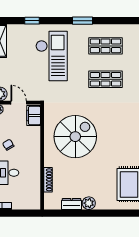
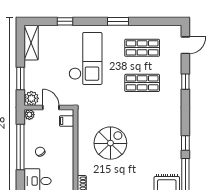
filing cabinet: (34, 116) -> (67, 121), width x0.50
spiral stairs: (75, 137) -> (110, 143), width x0.73, depth x0.73

